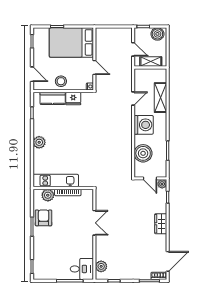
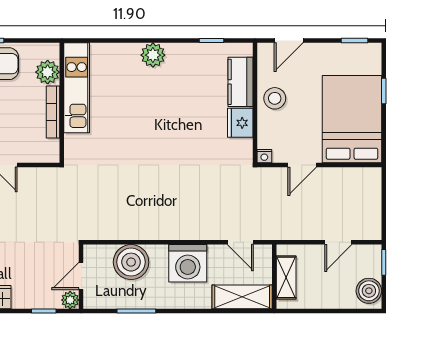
shelving: (151, 61) -> (286, 277), moved
wall: (150, 67) -> (274, 277), moved

